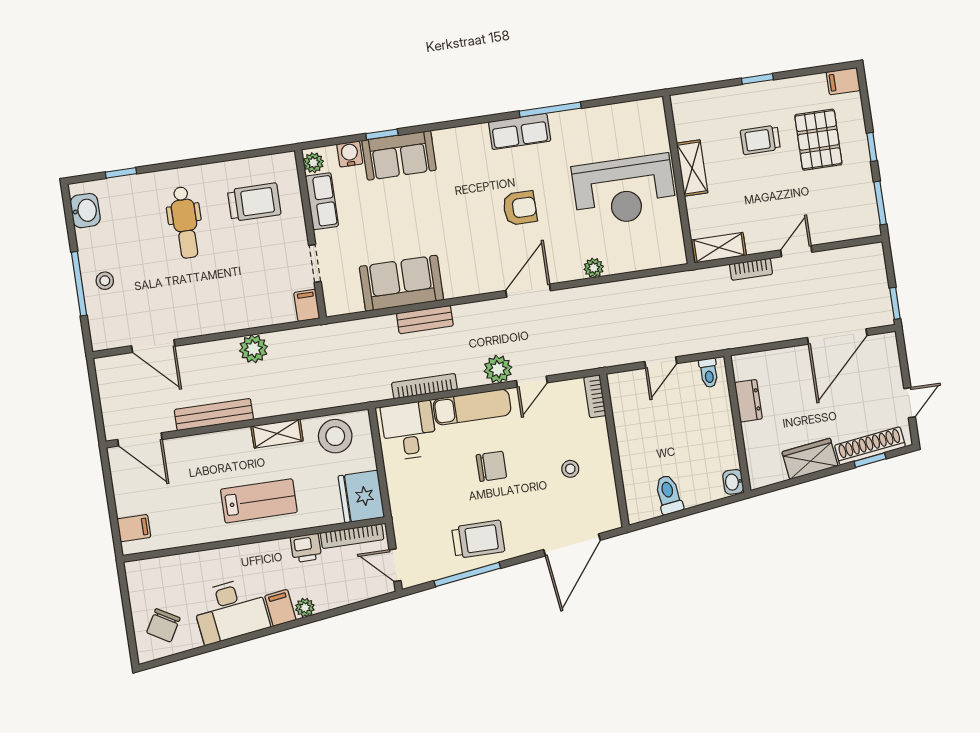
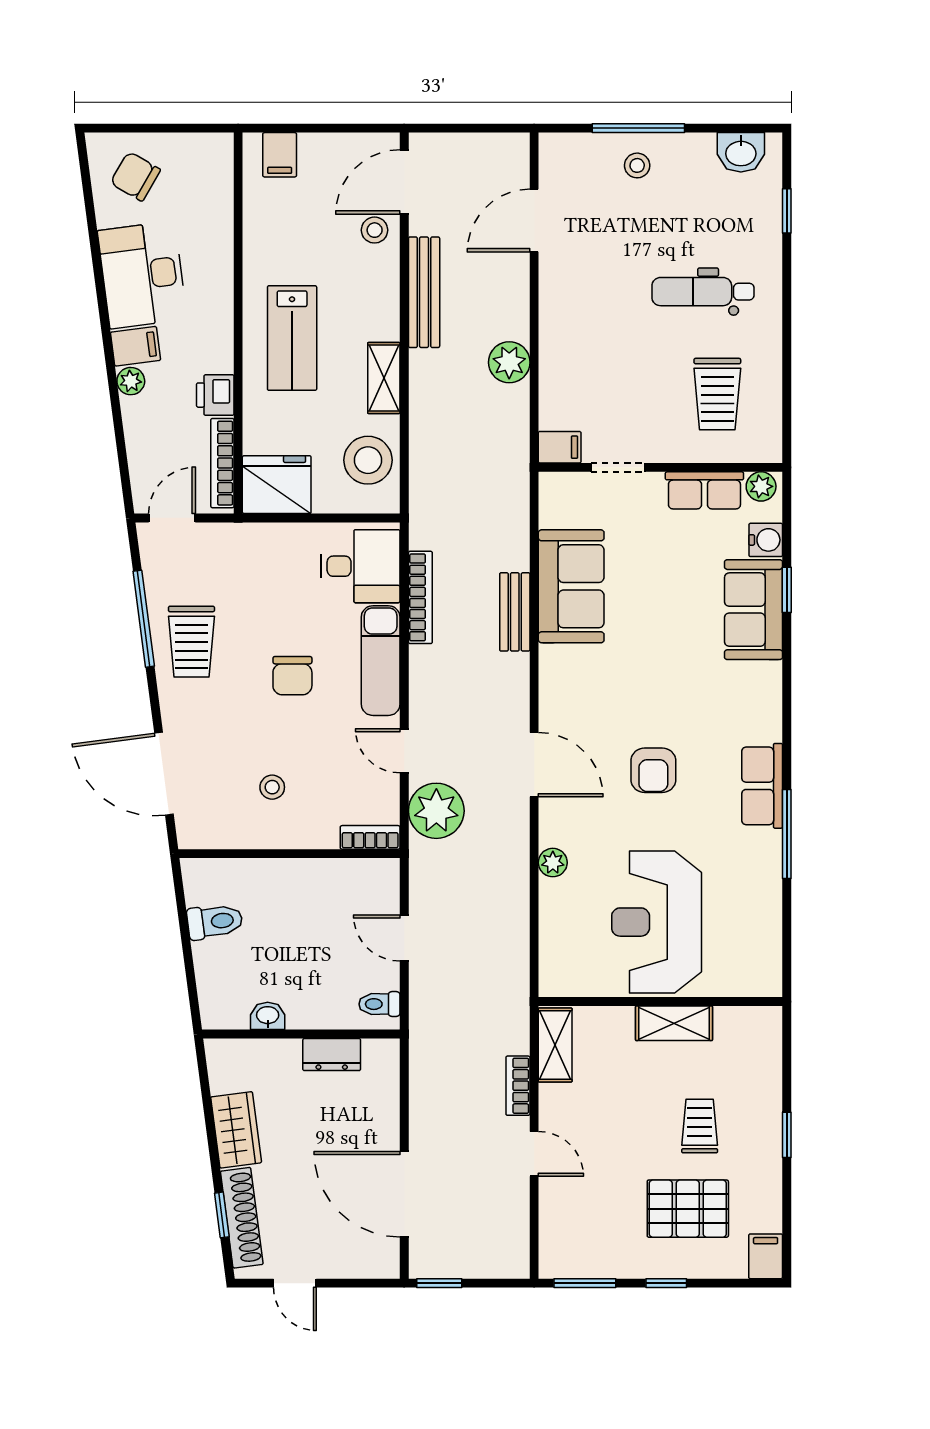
plant: (498, 369) -> (436, 811), moved, width x1.36, depth x1.36
stool: (176, 455) -> (375, 230), added
washbasin: (733, 482) -> (268, 1016), moved

